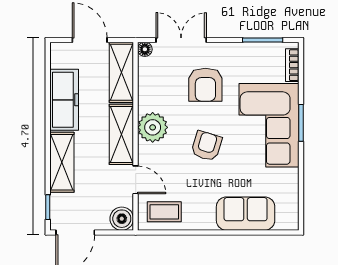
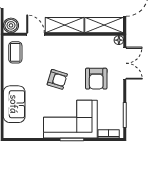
armchair: (205, 85) -> (96, 79), turned -90
plant: (153, 127) -> (69, 45), removed
door: (136, 180) -> (36, 34), swing flipped

